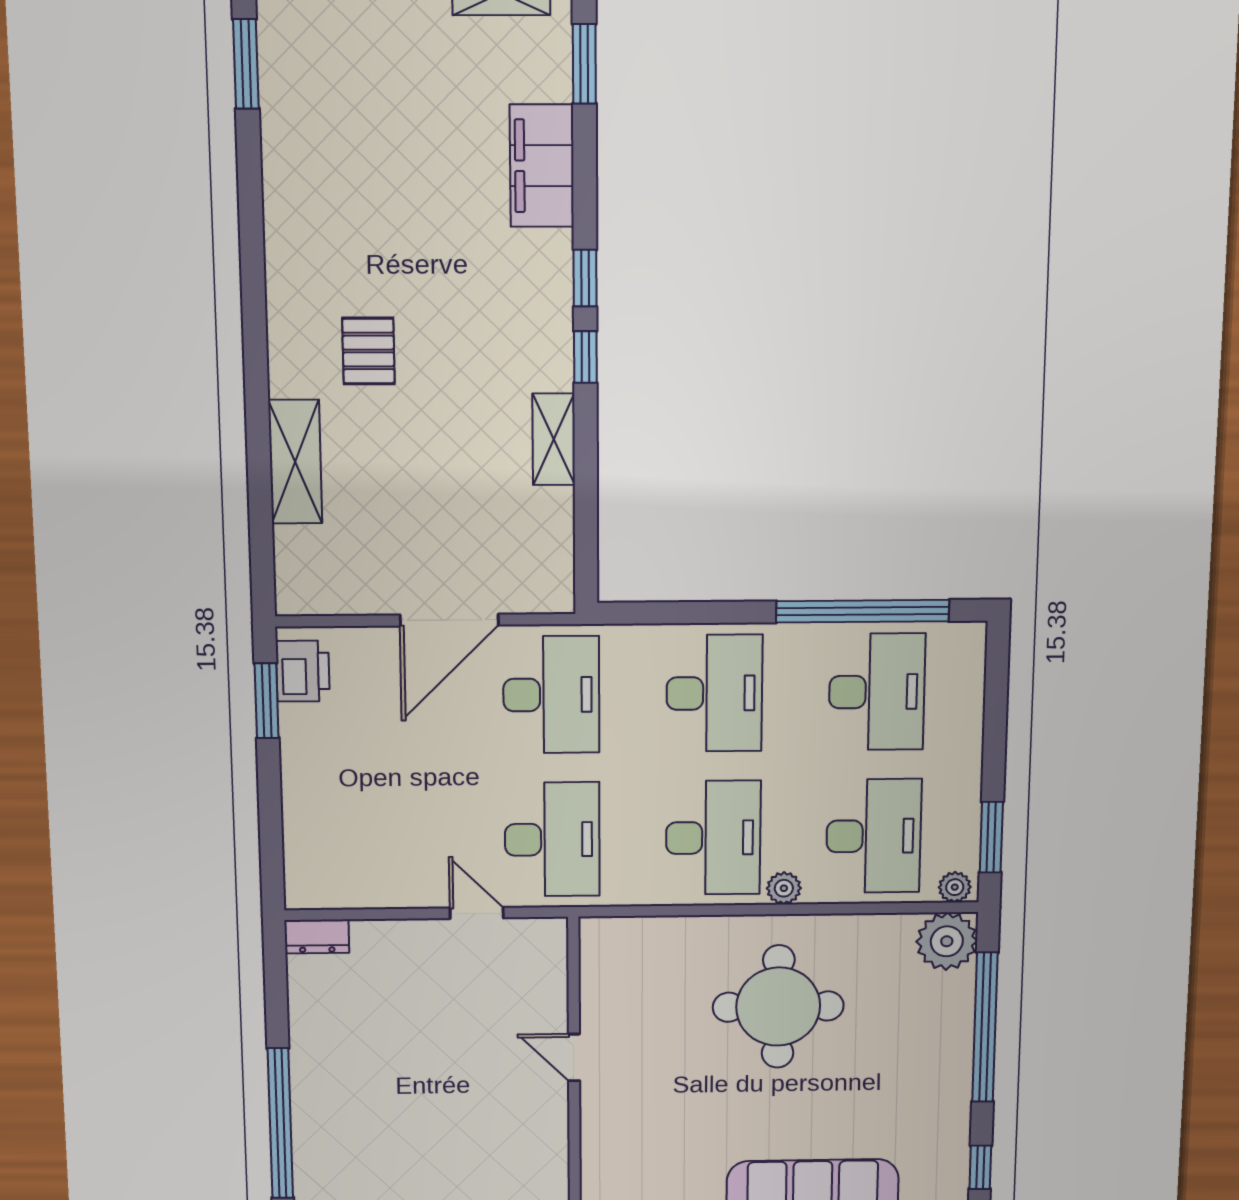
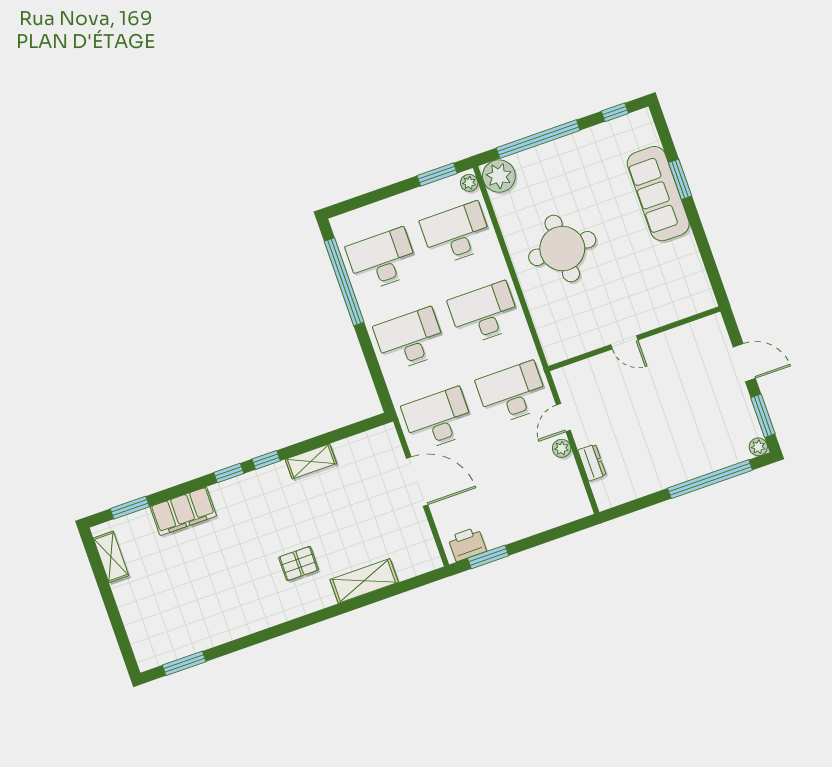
plant: (784, 888) -> (562, 448), moved
dresser: (317, 937) -> (592, 463), moved
door: (574, 1057) -> (624, 342), hinge flipped

